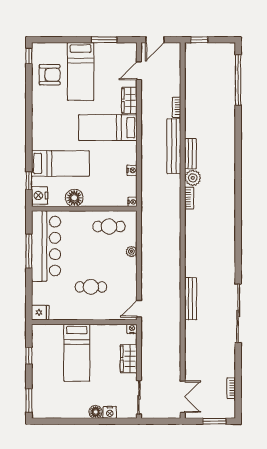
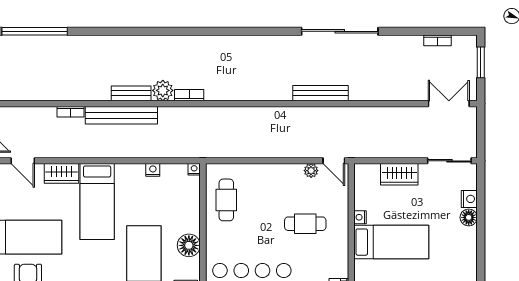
plant: (131, 251) -> (311, 171), moved
cafe table: (91, 287) -> (305, 224), turned 90
nightstand: (132, 329) -> (360, 217), moved

